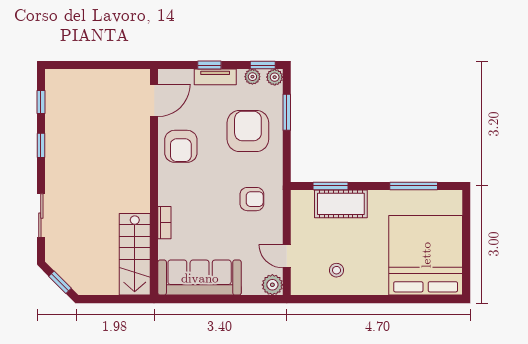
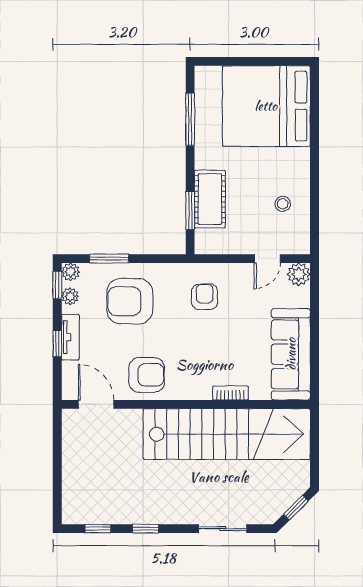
stairs: (135, 254) -> (227, 434), width x1.86, depth x1.51

